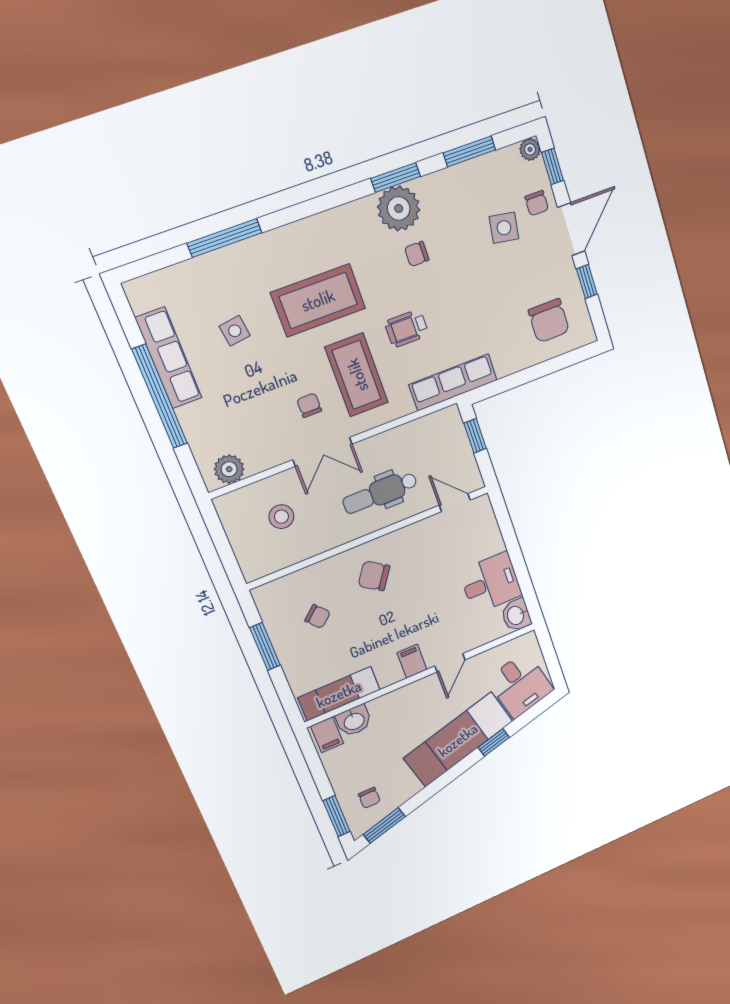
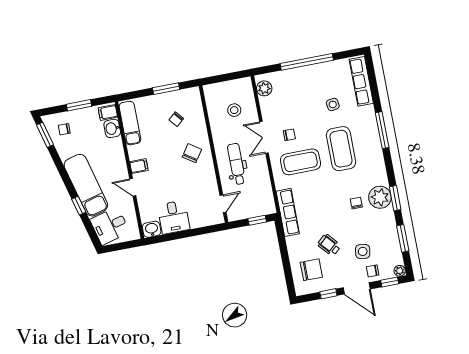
window: (225, 238) -> (382, 130), moved
chair: (549, 321) -> (311, 270), turned 180
wheelchair: (407, 328) -> (329, 245), moved, turned -42
row of seats: (169, 358) -> (361, 81), moved, turned 90
window: (337, 816) -> (79, 105), moved

